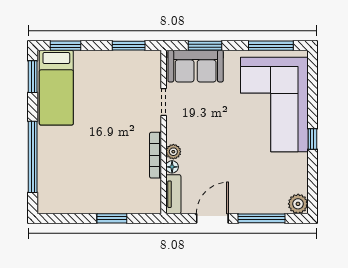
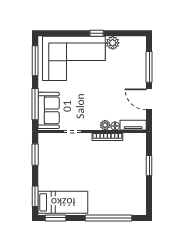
window: (205, 46) -> (35, 104), width x1.44
plant: (298, 204) -> (113, 43), moved

